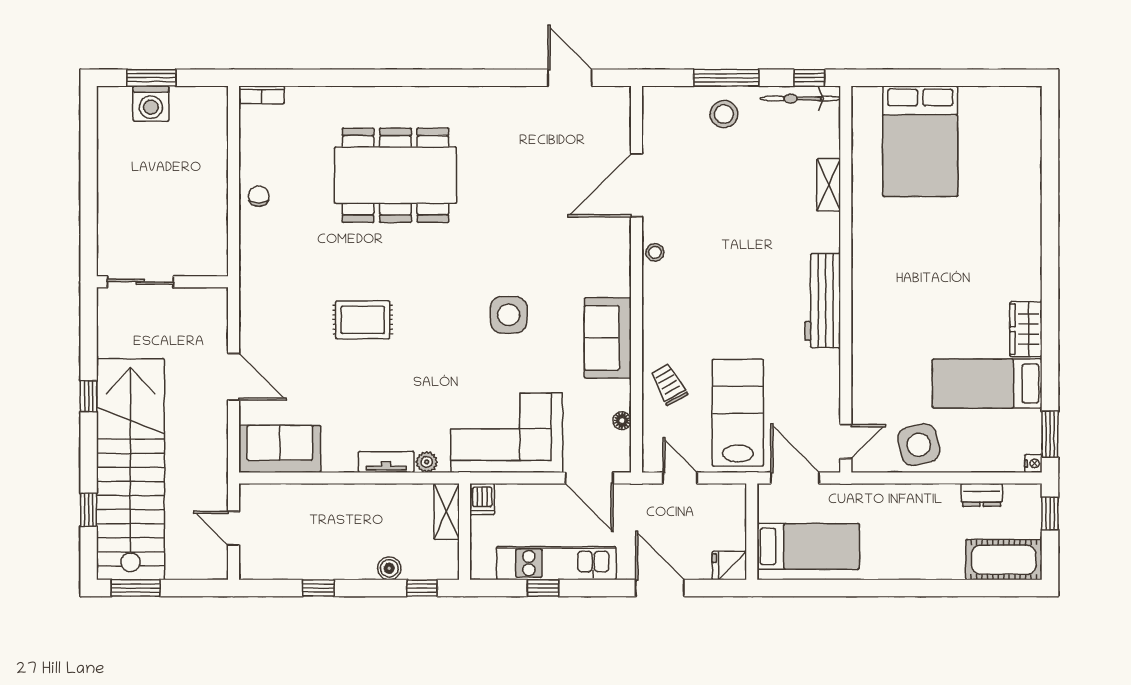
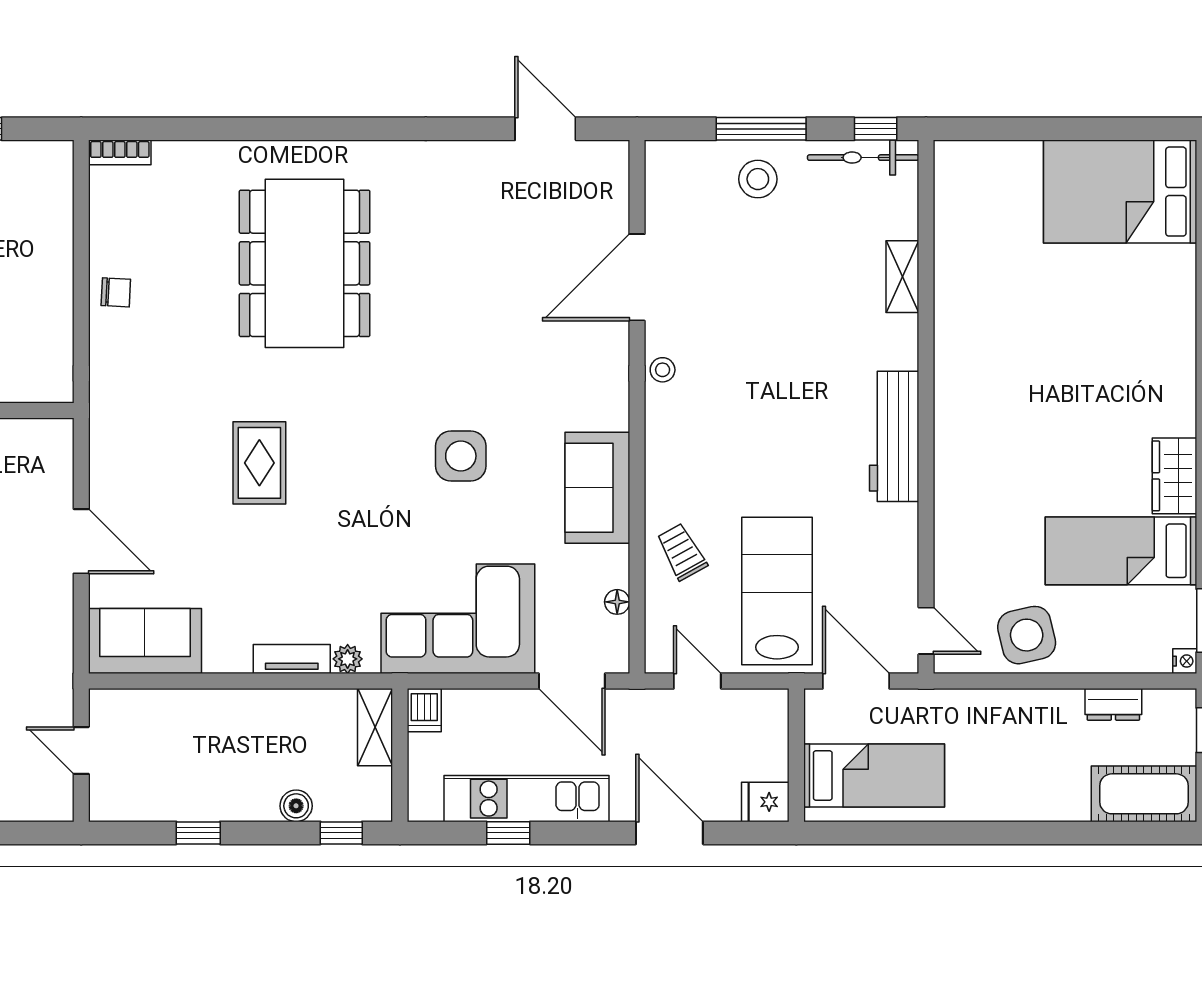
bed: (920, 141) -> (1120, 192), moved, turned 90
dining table: (395, 175) -> (305, 263), turned 90
chair: (259, 196) -> (116, 292), turned 93
rug: (363, 320) -> (259, 463), turned 90
door: (846, 442) -> (926, 631), hinge flipped

